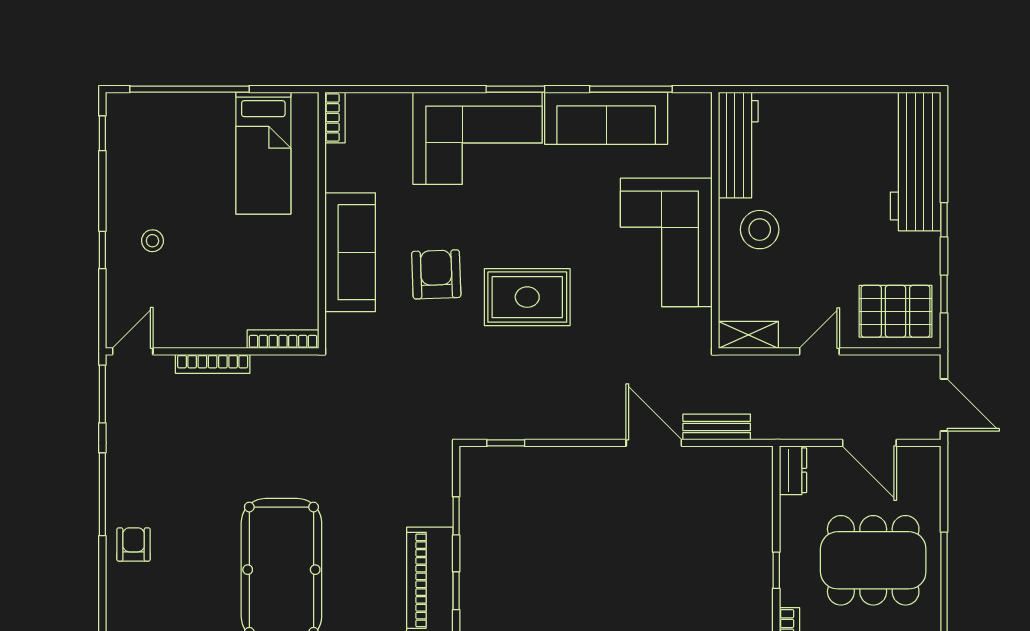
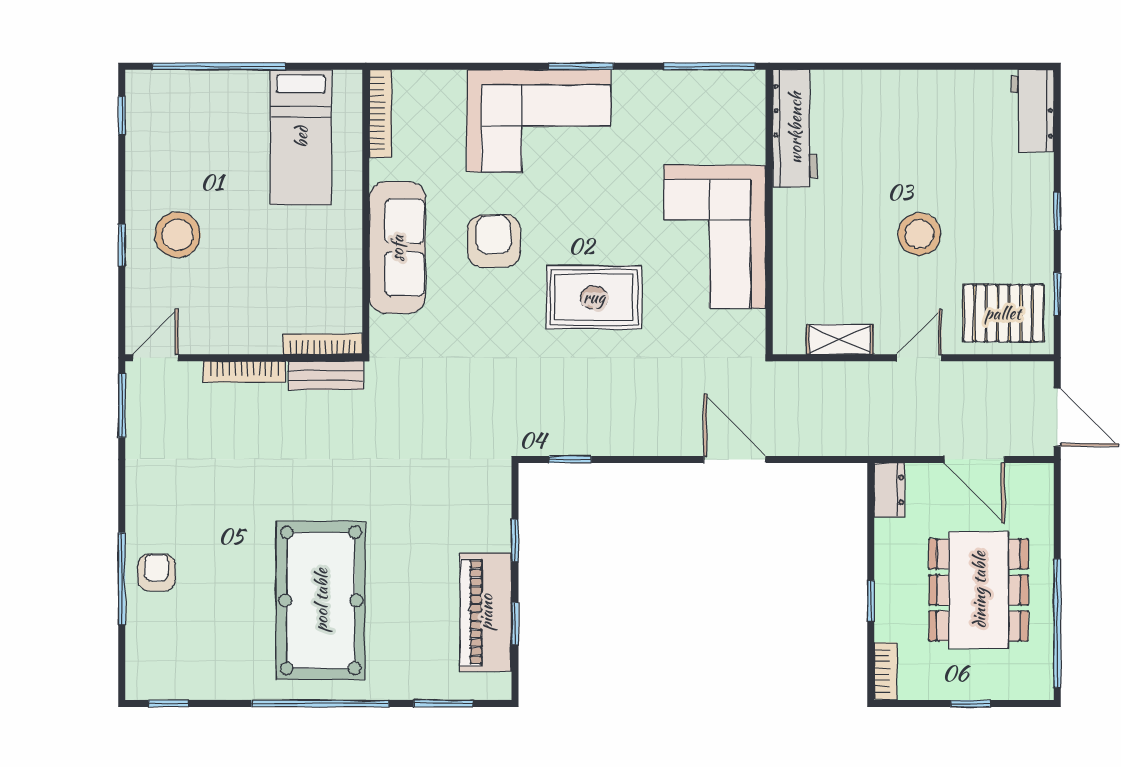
bookcase: (335, 118) -> (380, 114), width x1.56
sofa: (606, 118) -> (682, 99), removed
workbench: (738, 145) -> (795, 128), moved
workbench: (916, 162) -> (1033, 111), width x0.53, depth x0.76
wall: (715, 220) -> (769, 212), moved
stool: (760, 230) -> (919, 234), moved
stool: (152, 241) -> (178, 235), width x1.89, depth x1.89
corner sofa: (666, 242) -> (715, 237), moved
armchair: (436, 274) -> (494, 241), moved
bench: (717, 427) -> (326, 375), moved
window: (102, 494) -> (122, 579), moved
dining table: (873, 560) -> (979, 590), turned 90

